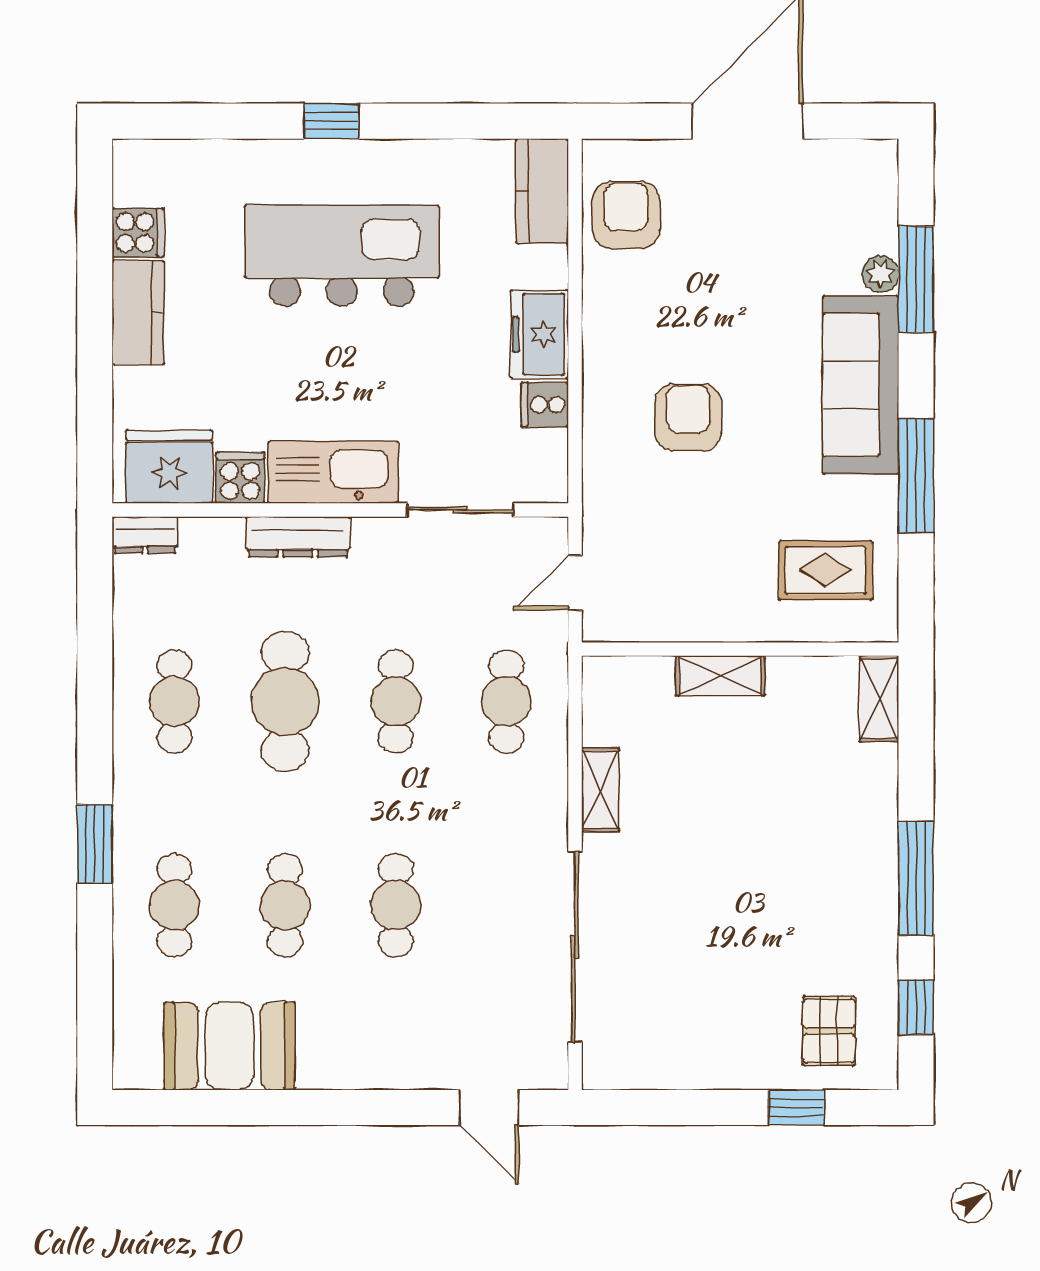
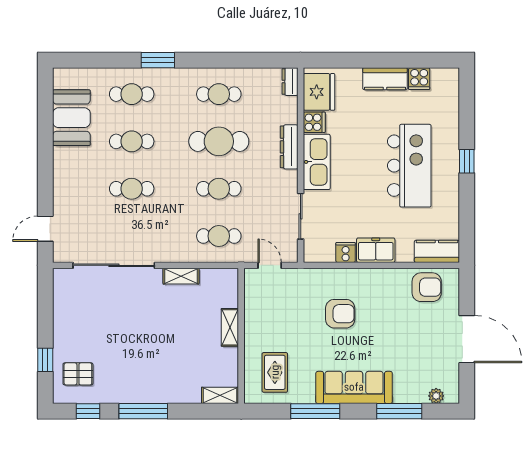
plant: (881, 274) -> (436, 396), moved

